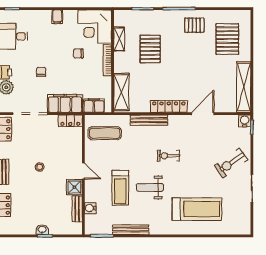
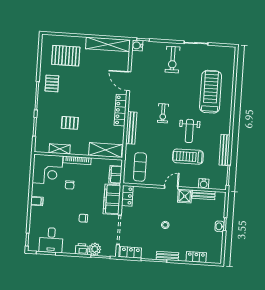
pallet: (150, 49) -> (70, 123), width x0.67, depth x0.71
exercise bike: (231, 163) -> (173, 60), turned 36
treadmill: (120, 188) -> (188, 157), turned 180

